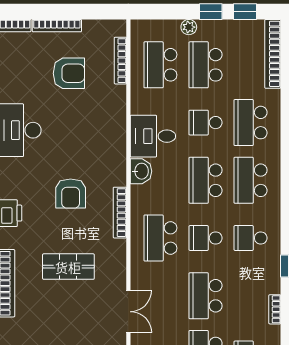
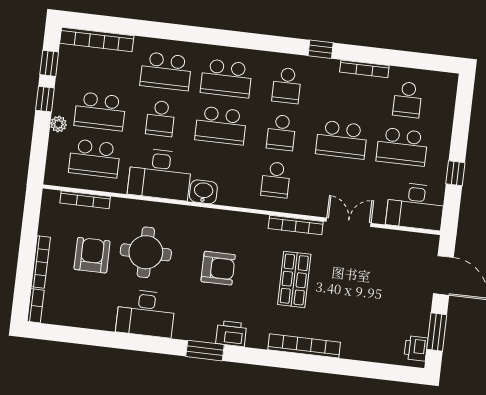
round table: (78, 124) -> (146, 252), added
desk: (153, 136) -> (160, 174), width x1.37
bookcase: (120, 213) -> (296, 225), moved
school desk: (160, 238) -> (276, 180), width x0.54
bookcase: (275, 309) -> (364, 69), width x1.56

